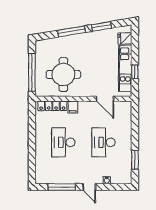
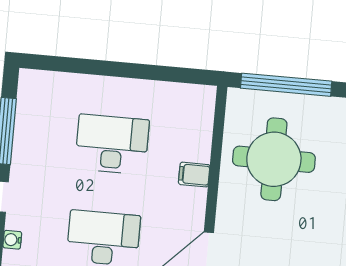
locker: (52, 106) -> (202, 126), removed

